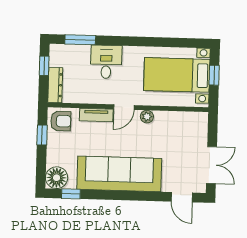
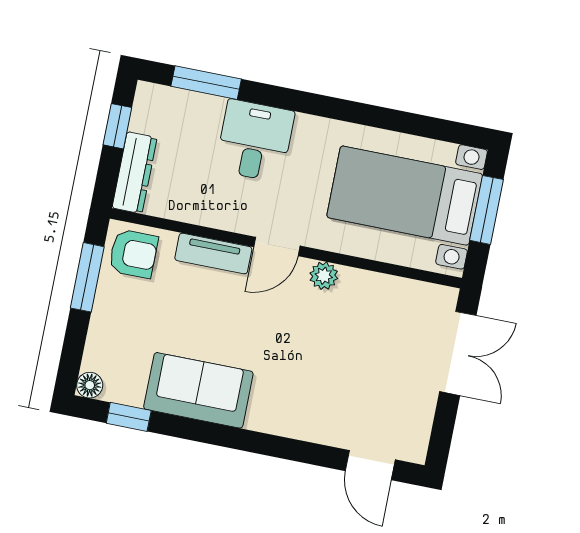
window: (214, 75) -> (487, 210), width x1.50
window: (42, 135) -> (87, 277), width x1.50
double door: (212, 165) -> (458, 353), moved
sofa: (119, 174) -> (198, 390), width x0.54, depth x0.79
floor lamp: (57, 178) -> (90, 385), width x0.53, depth x0.53

